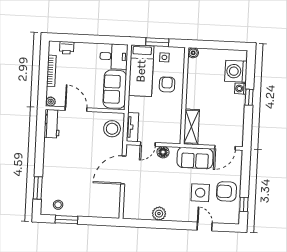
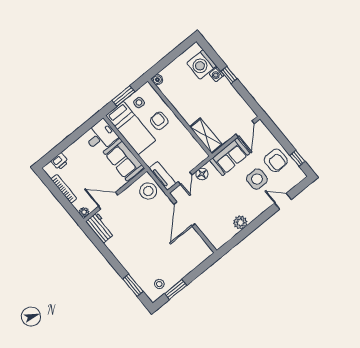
armchair: (227, 191) -> (276, 160), turned -90

